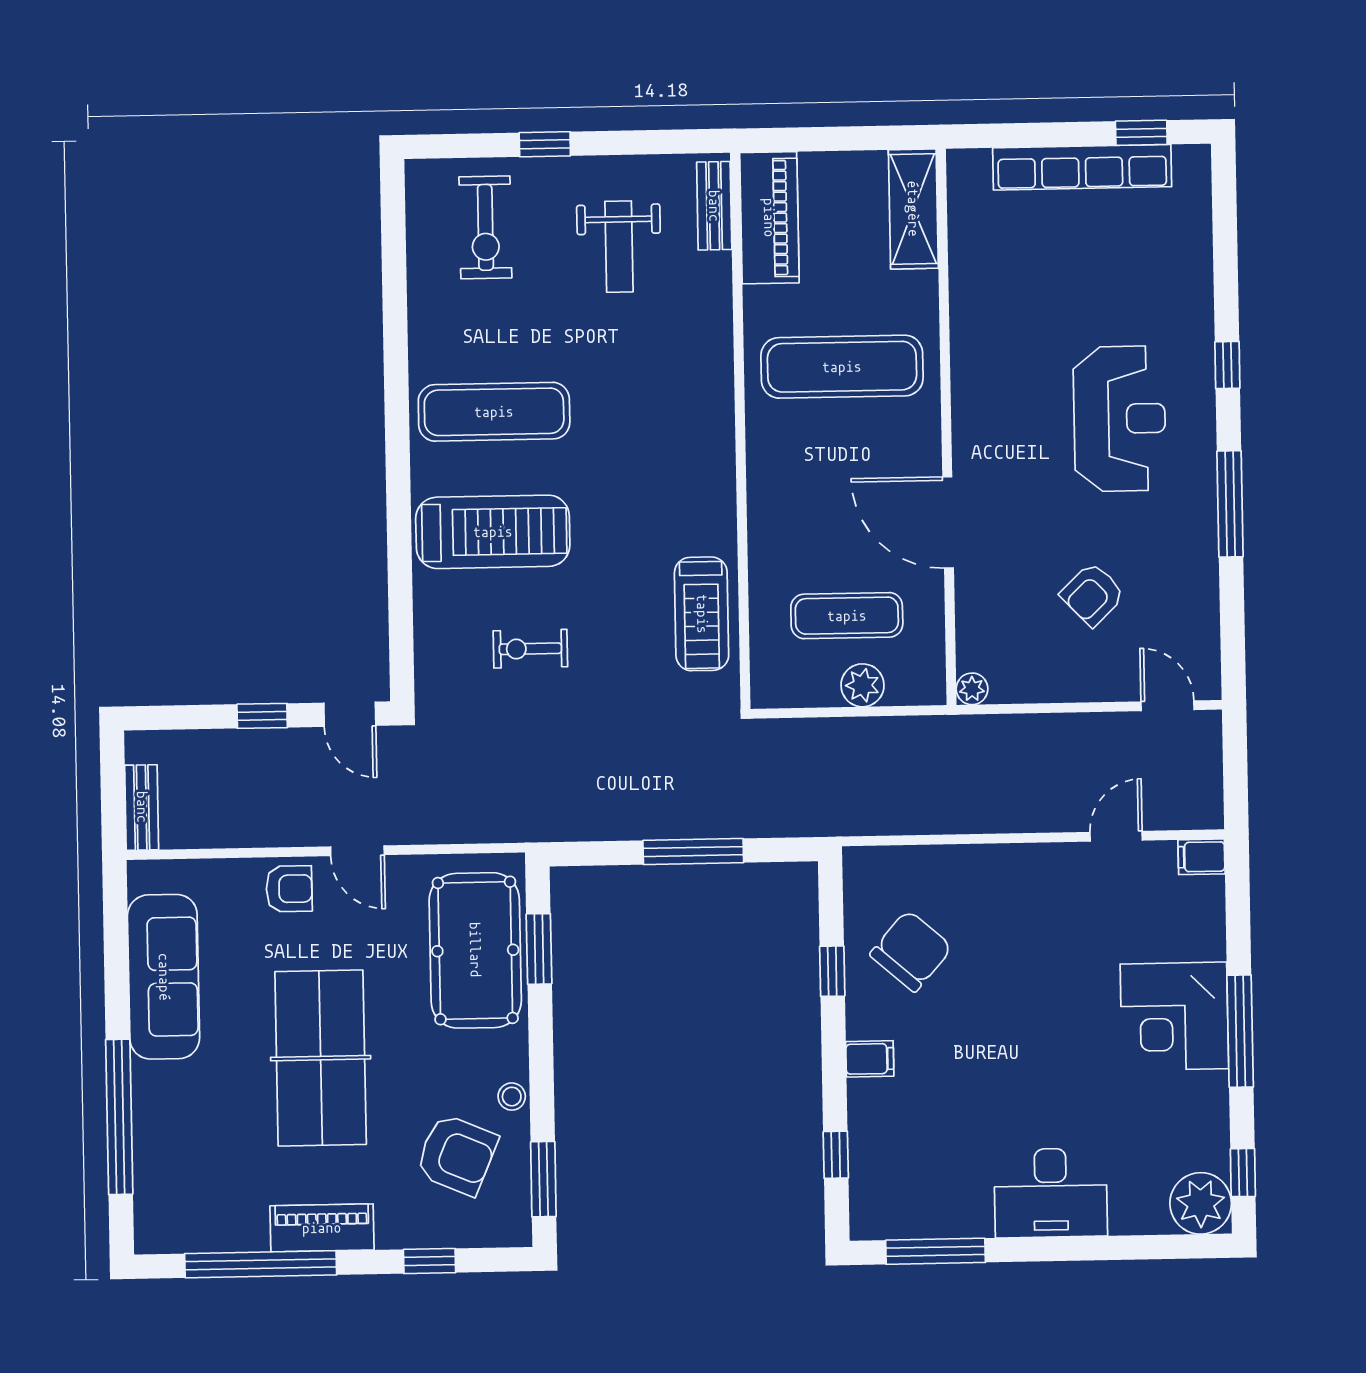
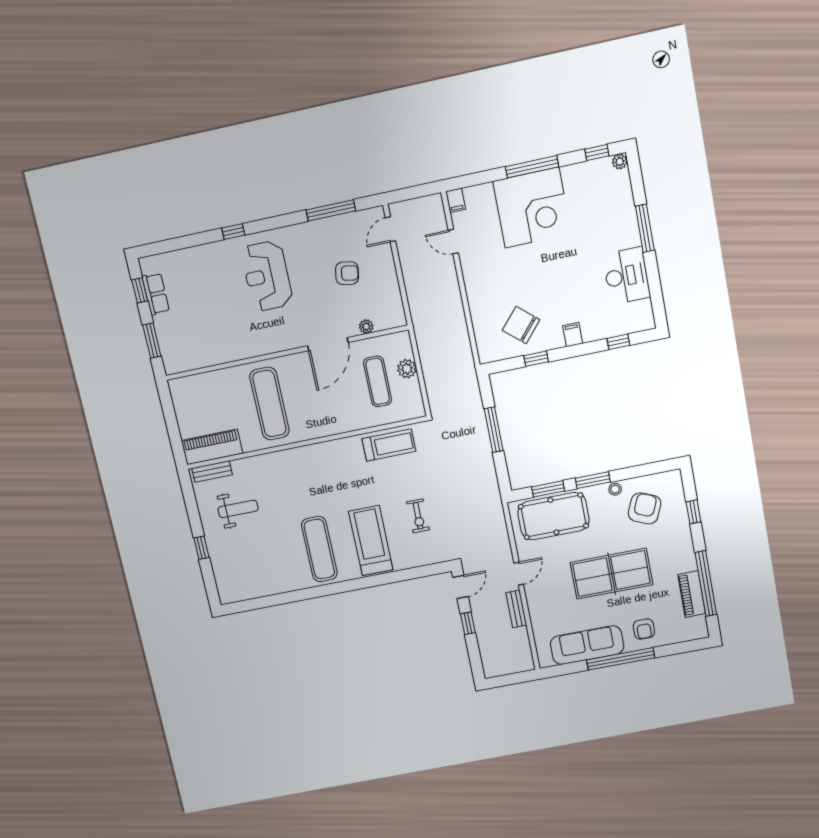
window: (1028, 135) -> (152, 340), added
row of seats: (1082, 167) -> (156, 294), width x0.50
shelving: (913, 209) -> (195, 385), removed
exercise bike: (485, 227) -> (242, 566), removed
reception desk: (1120, 419) -> (267, 276), turned -90
window: (1230, 504) -> (331, 210), moved
armchair: (1093, 594) -> (347, 273), turned -37
plant: (972, 689) -> (366, 327), moved
bench: (142, 807) -> (516, 609), moved, turned 90
armchair: (289, 889) -> (644, 629), moved, turned 180
corner desk: (1174, 1016) -> (532, 208), width x1.36, depth x1.36
window: (119, 1117) -> (621, 659), moved
window: (543, 1179) -> (593, 480), moved
desk: (1051, 1193) -> (626, 276), moved
plant: (1201, 1203) -> (620, 162), width x0.53, depth x0.53
piano: (322, 1228) -> (692, 594), moved
window: (936, 1251) -> (645, 228), moved

